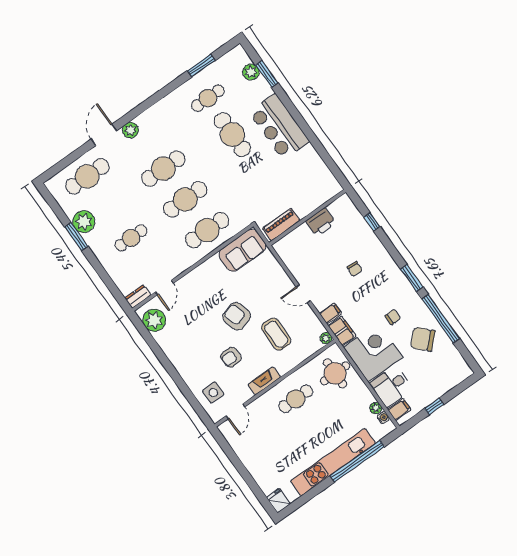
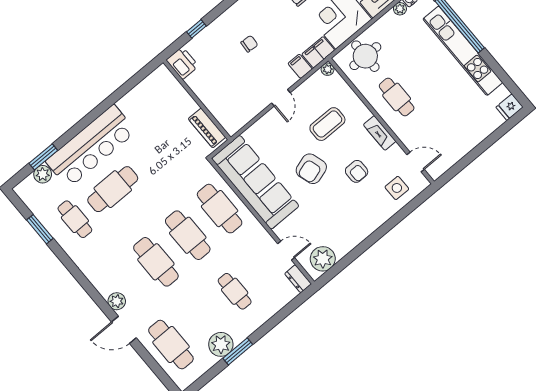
bar counter: (279, 127) -> (91, 146), width x1.36
printer: (321, 222) -> (182, 63), moved
sofa: (242, 250) -> (255, 182), width x1.85, depth x1.27

